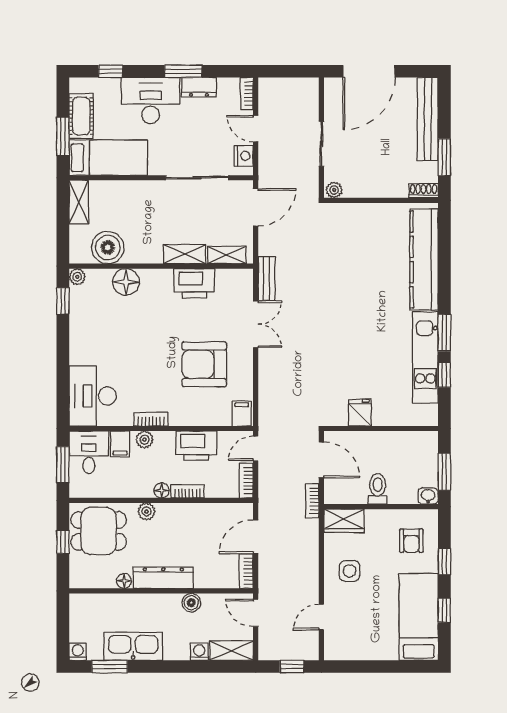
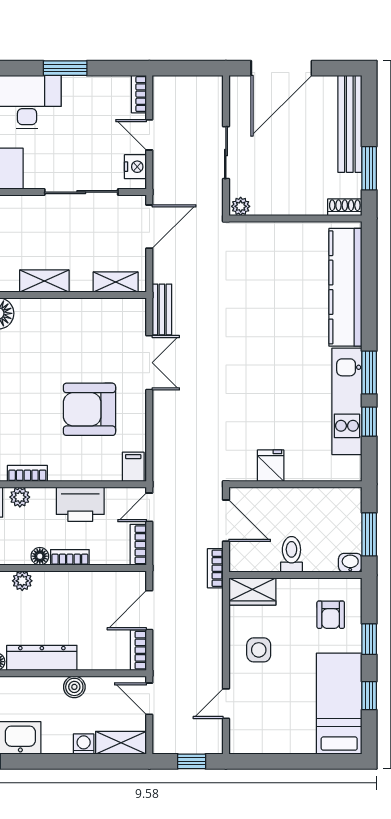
dresser: (199, 87) -> (83, 87), removed
shelving: (185, 254) -> (44, 281), moved
printer: (194, 283) -> (78, 315), removed

